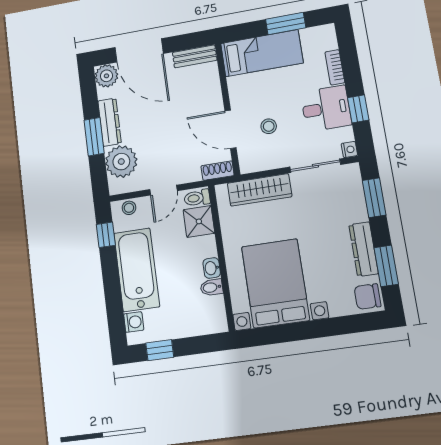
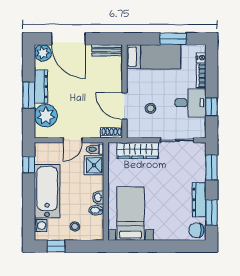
nightstand: (349, 149) -> (201, 58), moved
stool: (129, 208) -> (75, 226), moved
bed with nightstands: (275, 283) -> (131, 213), width x0.73

